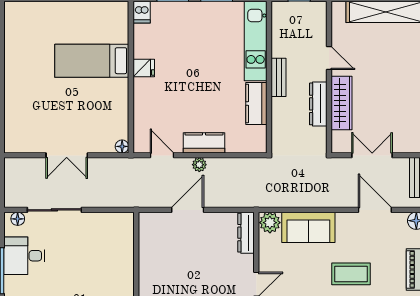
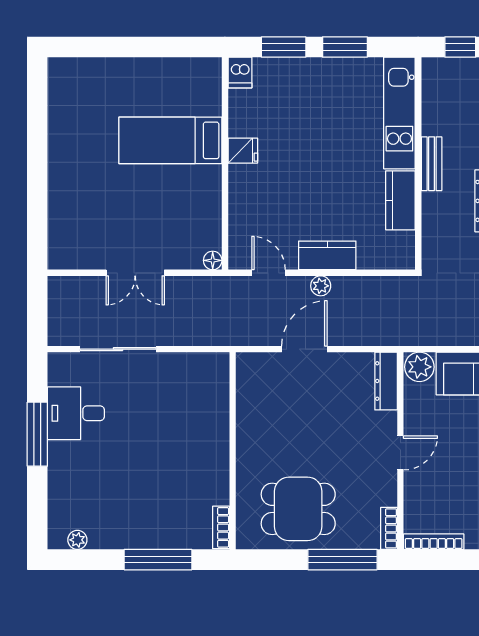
floor lamp: (18, 219) -> (67, 362), removed

